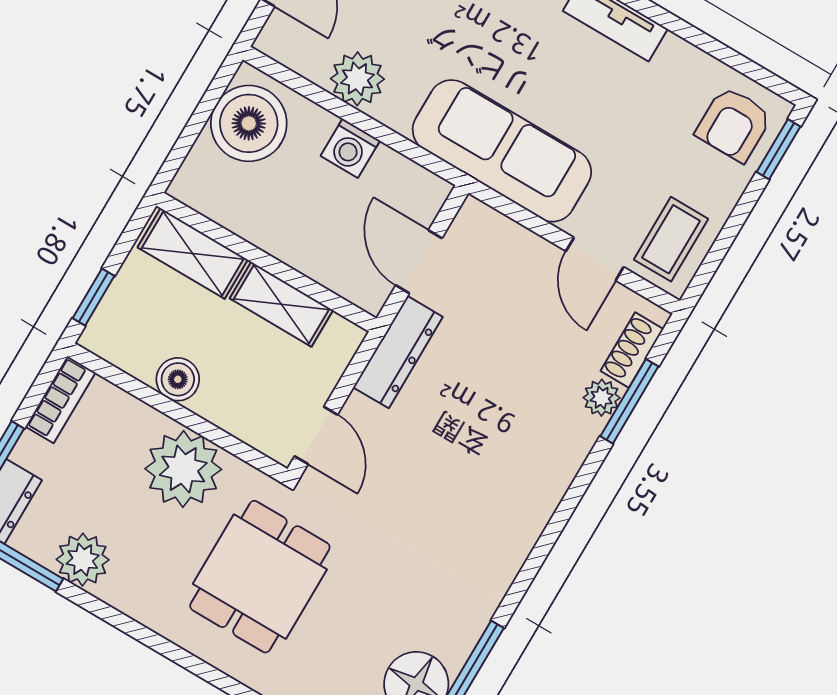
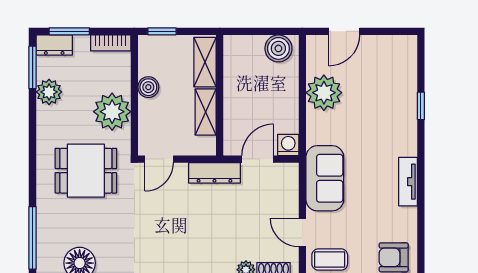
plant: (357, 79) -> (324, 93), width x1.36, depth x1.36
boiler: (249, 123) -> (278, 48), width x0.73, depth x0.73
washing machine: (350, 148) -> (288, 145), moved, turned 90
sofa: (502, 151) -> (325, 178), width x0.73
door: (595, 259) -> (302, 232), hinge flipped

